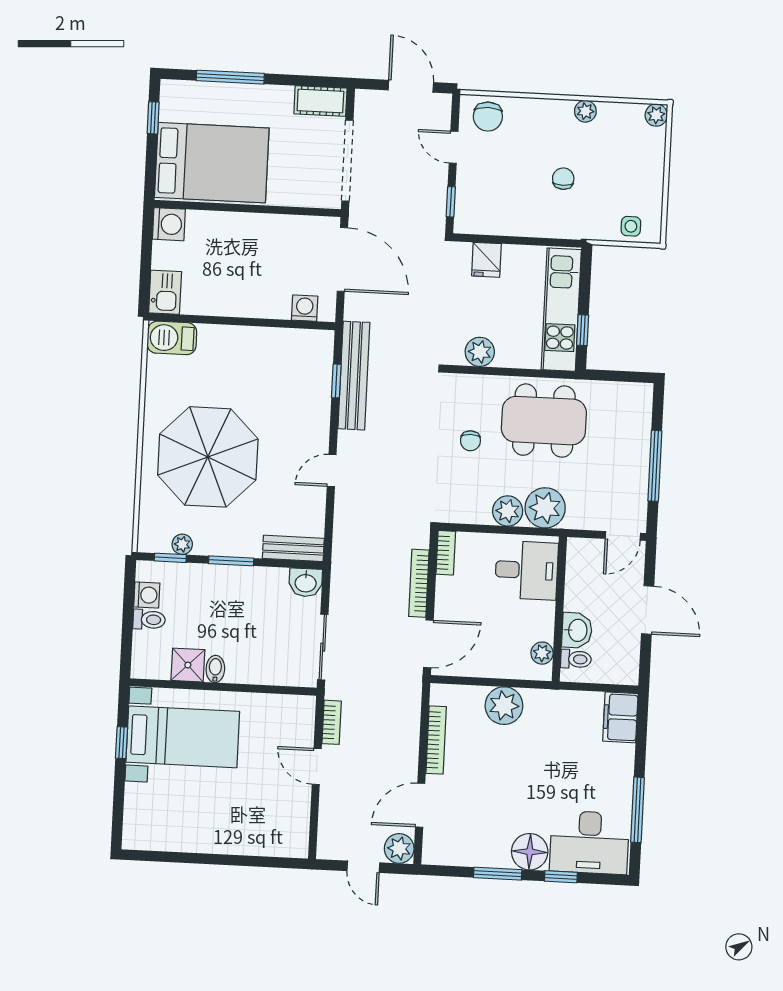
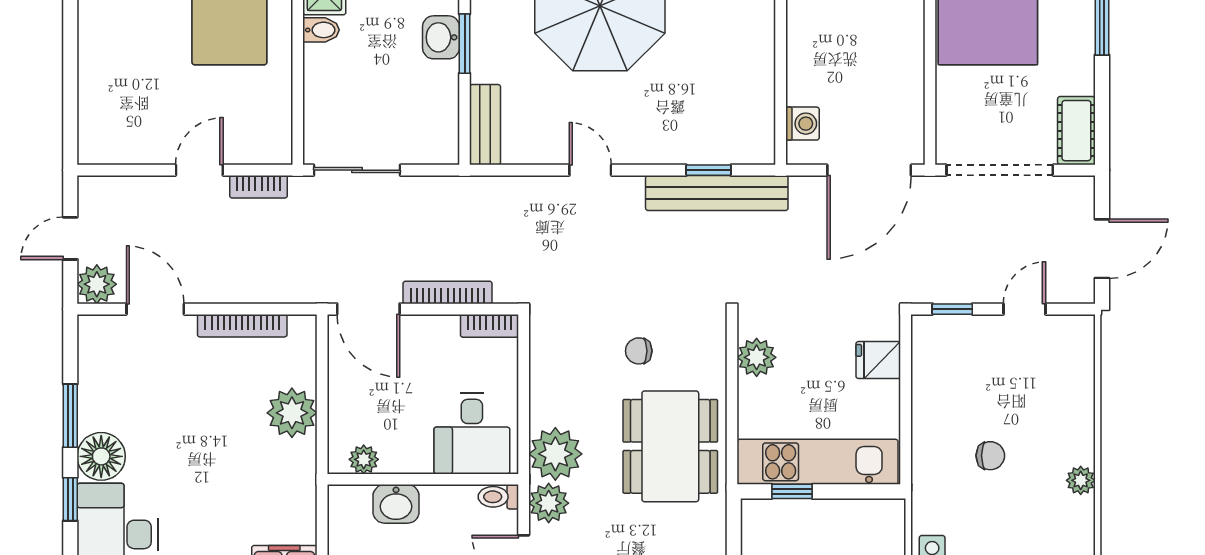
chair: (488, 117) -> (1067, 352), removed
plant: (508, 511) -> (549, 503), moved
washbasin: (306, 582) -> (441, 37), moved
toilet: (576, 659) -> (498, 497), moved, turned 90

